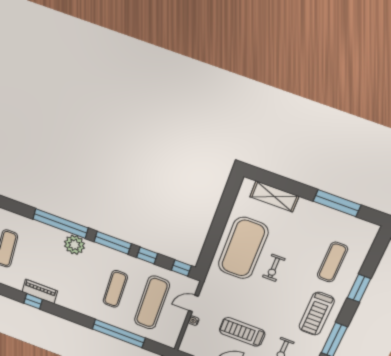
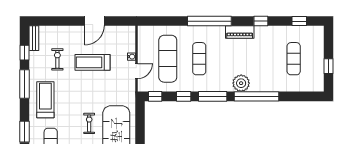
piano: (40, 291) -> (240, 32), moved
treadmill: (242, 332) -> (92, 62), turned 180
window: (119, 333) -> (209, 21), moved

